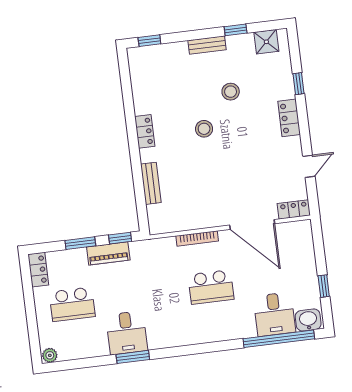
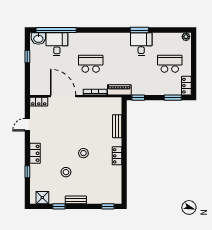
window: (80, 243) -> (173, 98), moved
piano: (108, 253) -> (119, 90), moved

